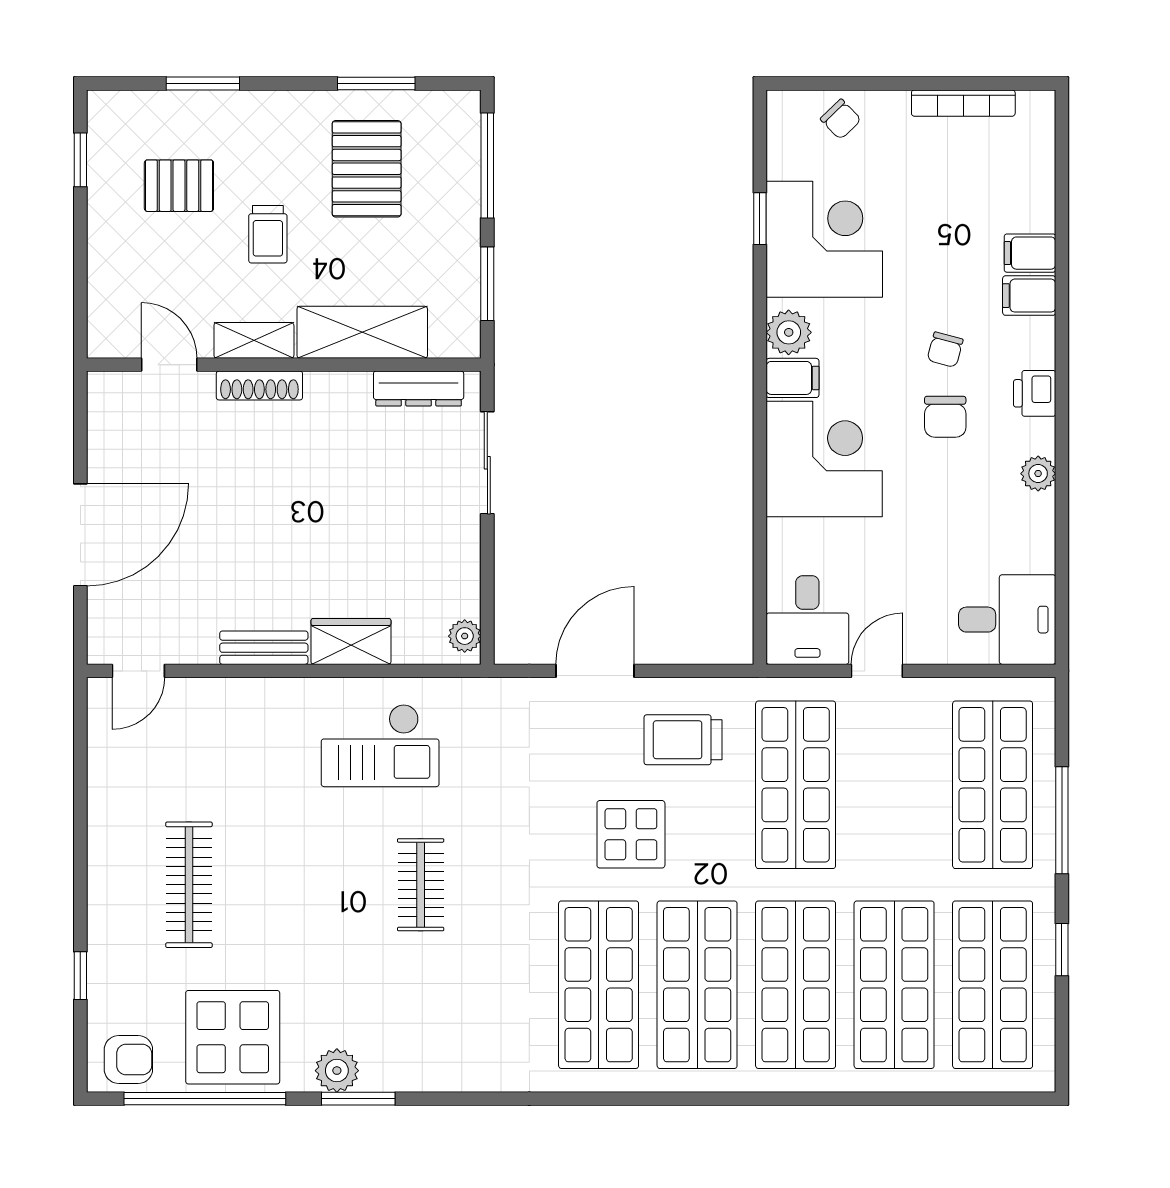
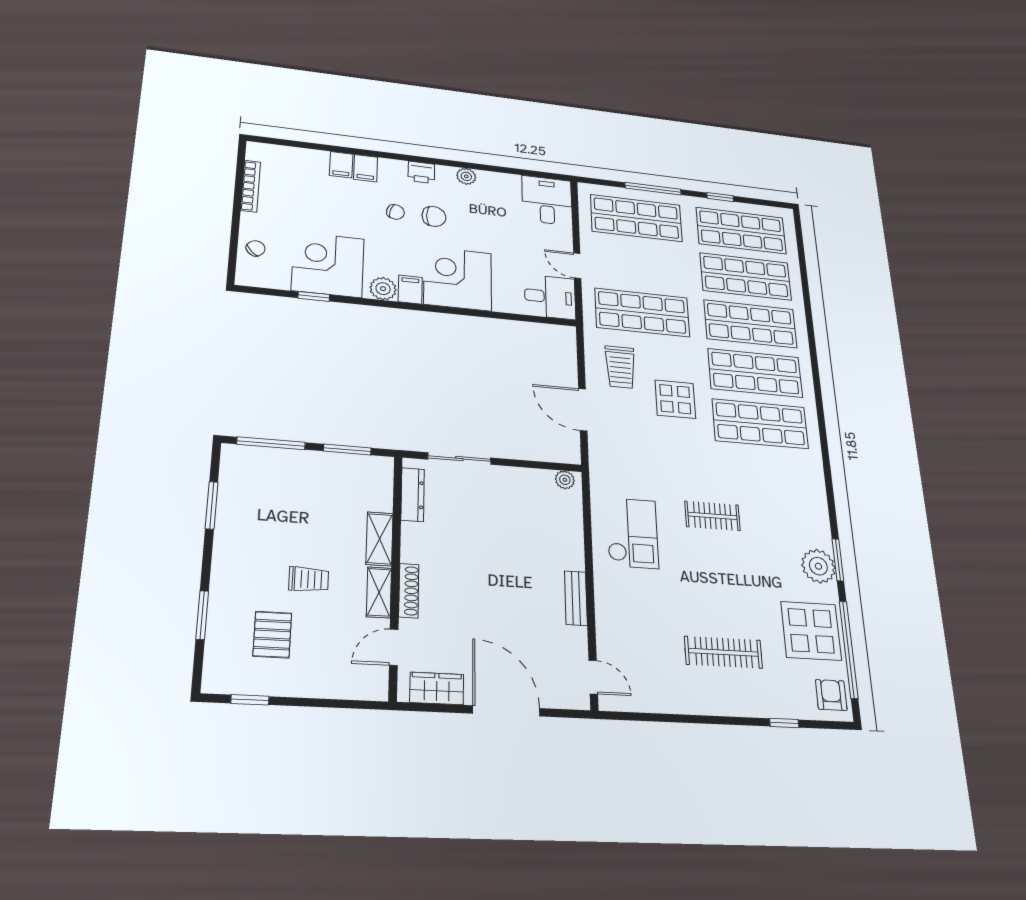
pallet: (367, 169) -> (268, 515), removed
shelving: (362, 332) -> (380, 539), width x0.67, depth x0.75
wardrobe: (351, 641) -> (437, 688), moved, turned 90
plant: (337, 1071) -> (818, 566), width x1.36, depth x1.36

